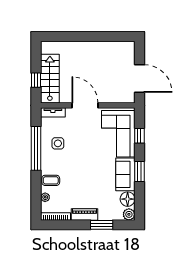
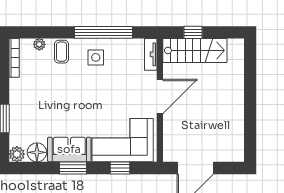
side table: (58, 143) -> (96, 57), moved
piano: (85, 214) -> (17, 96), removed

